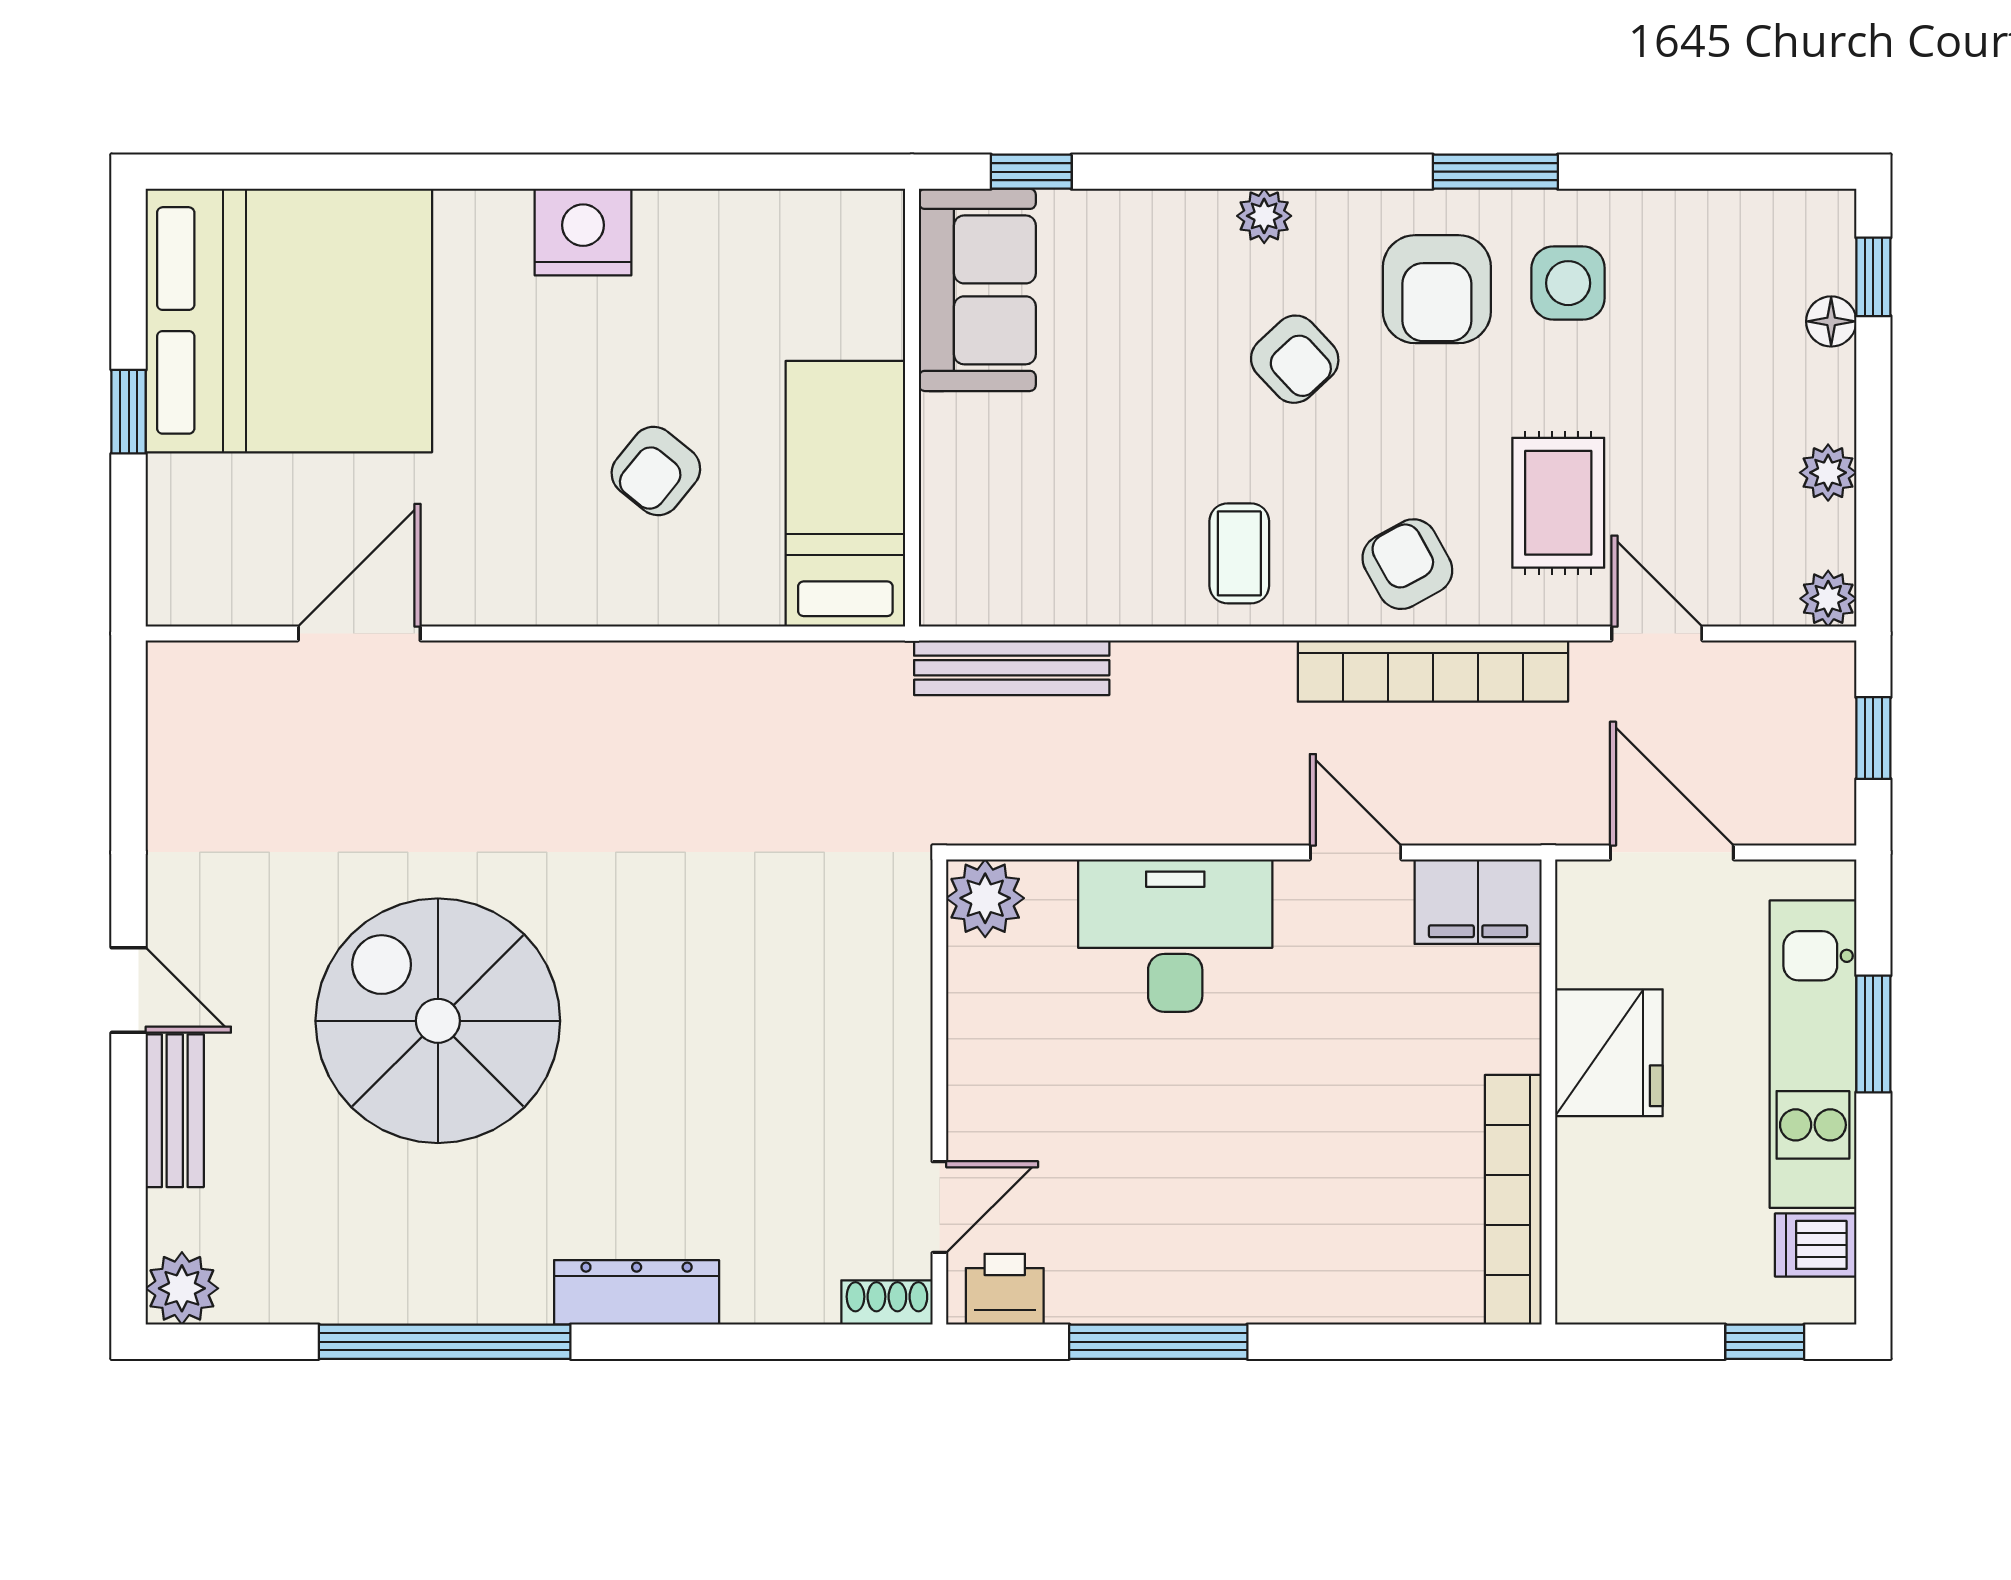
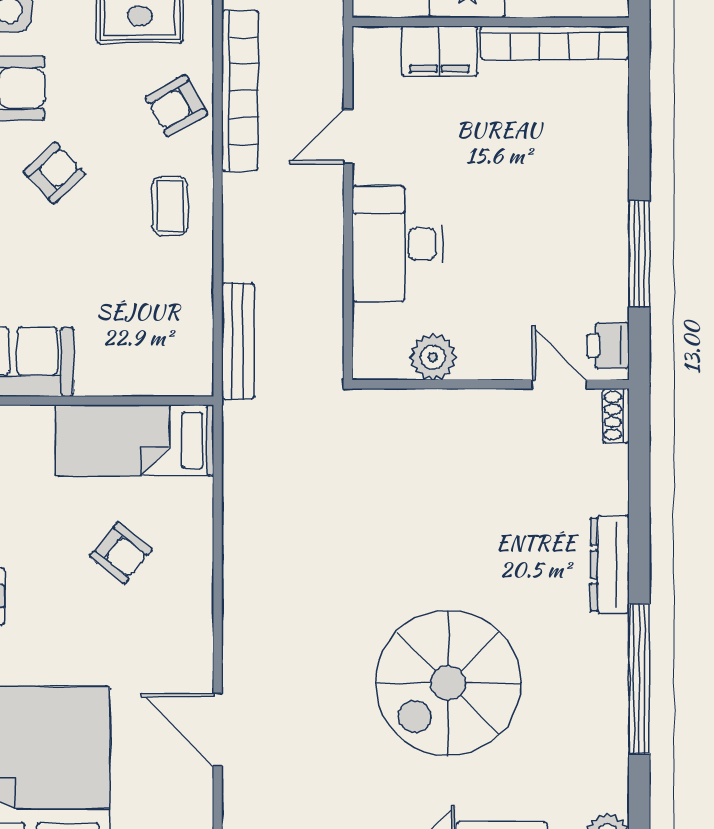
coffee table: (1239, 553) -> (170, 206), turned 90
plant: (985, 898) -> (433, 357), moved
filing cabinet: (1478, 902) -> (439, 51), moved, turned 90

